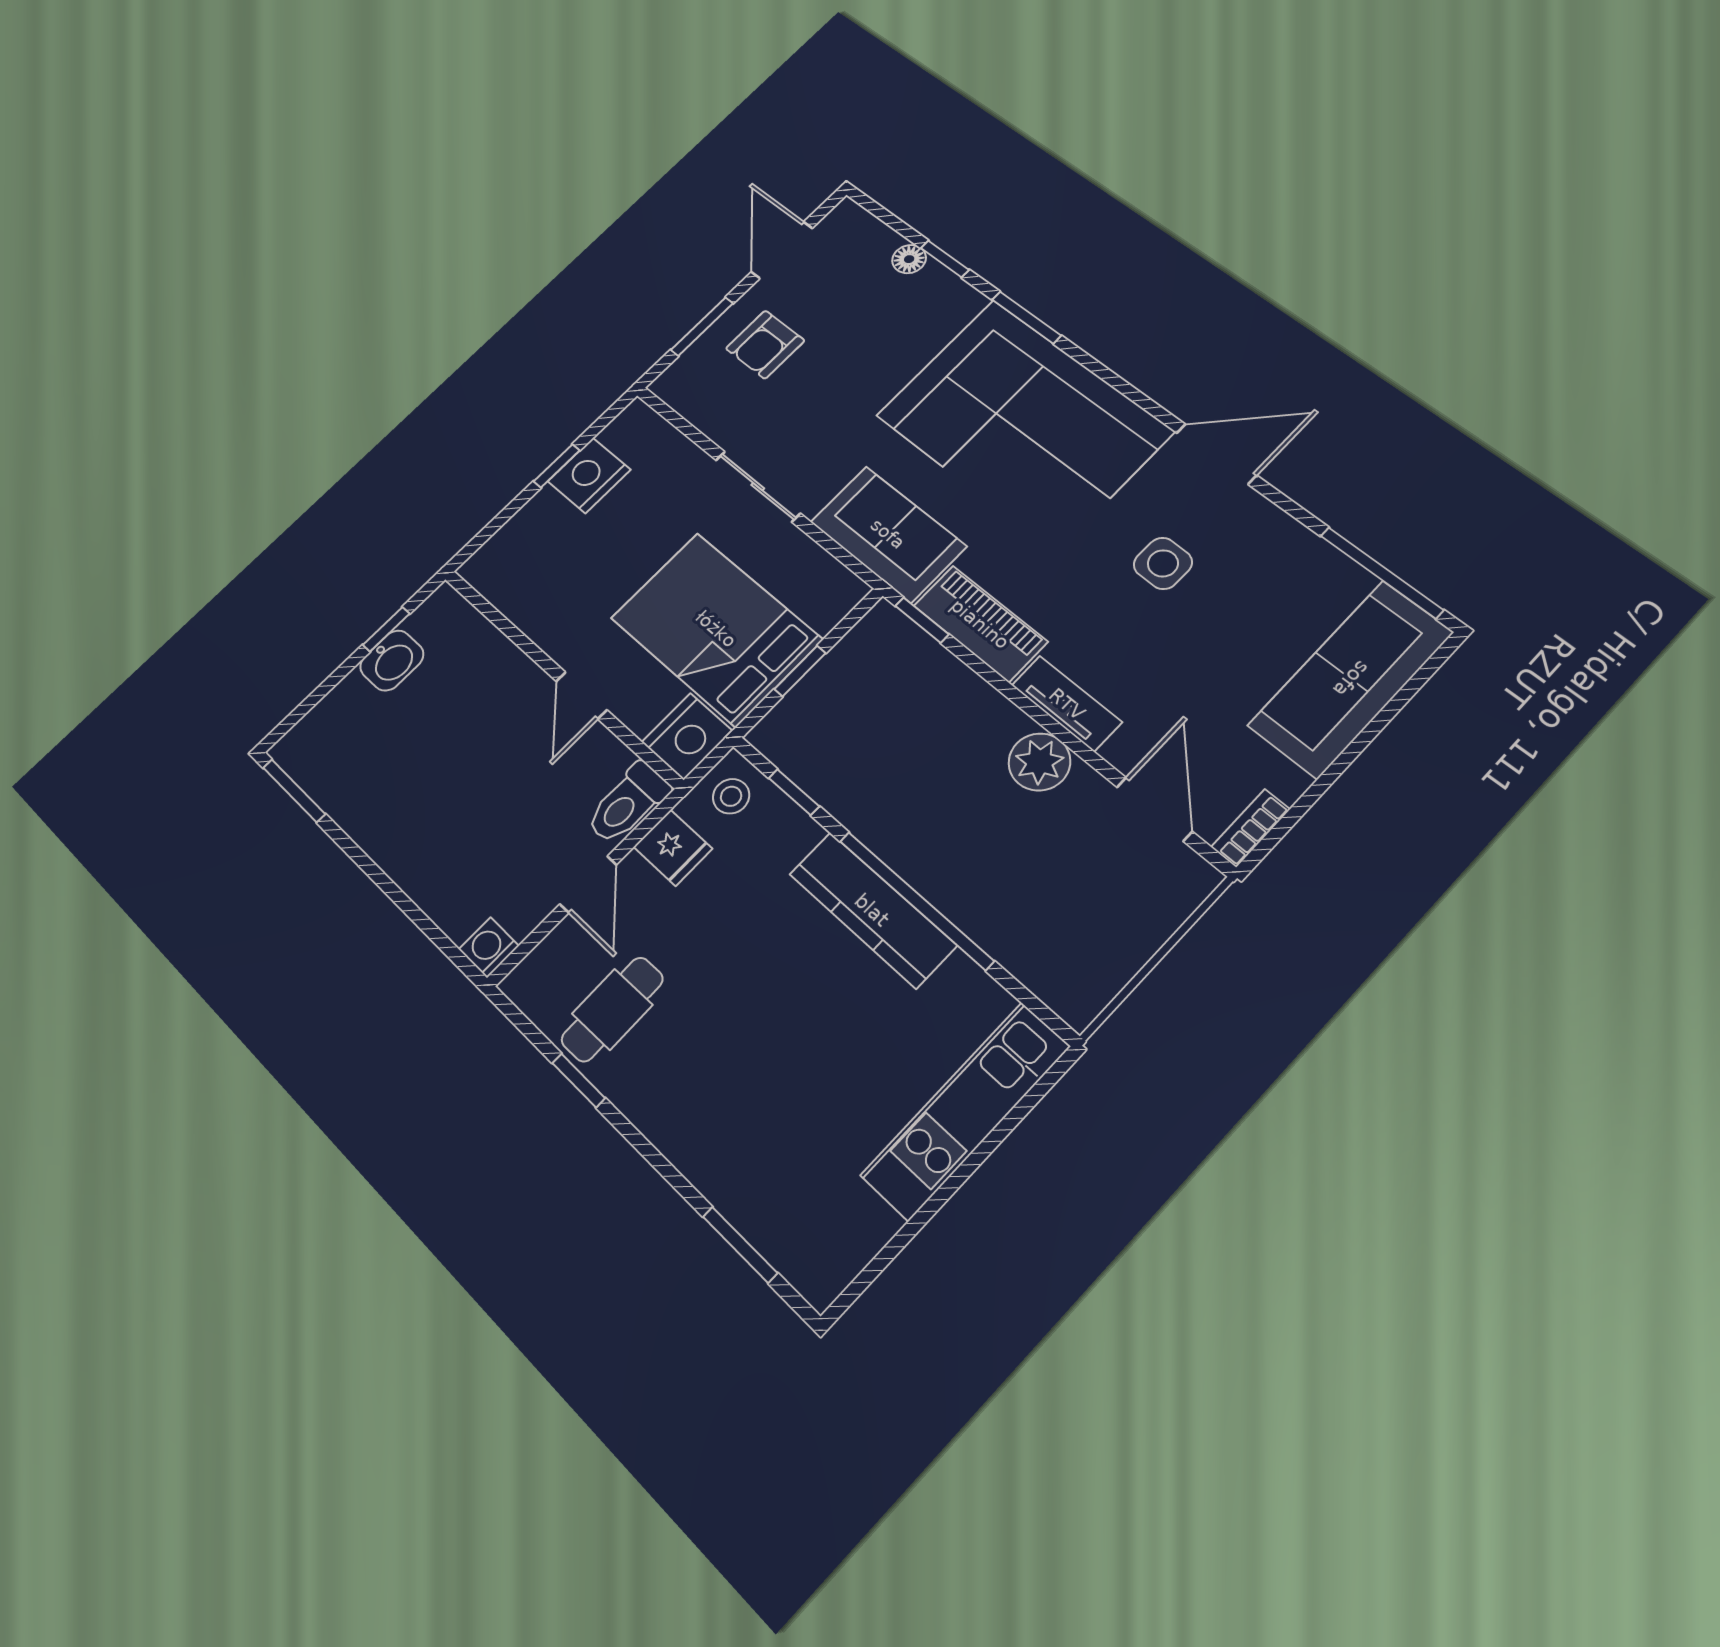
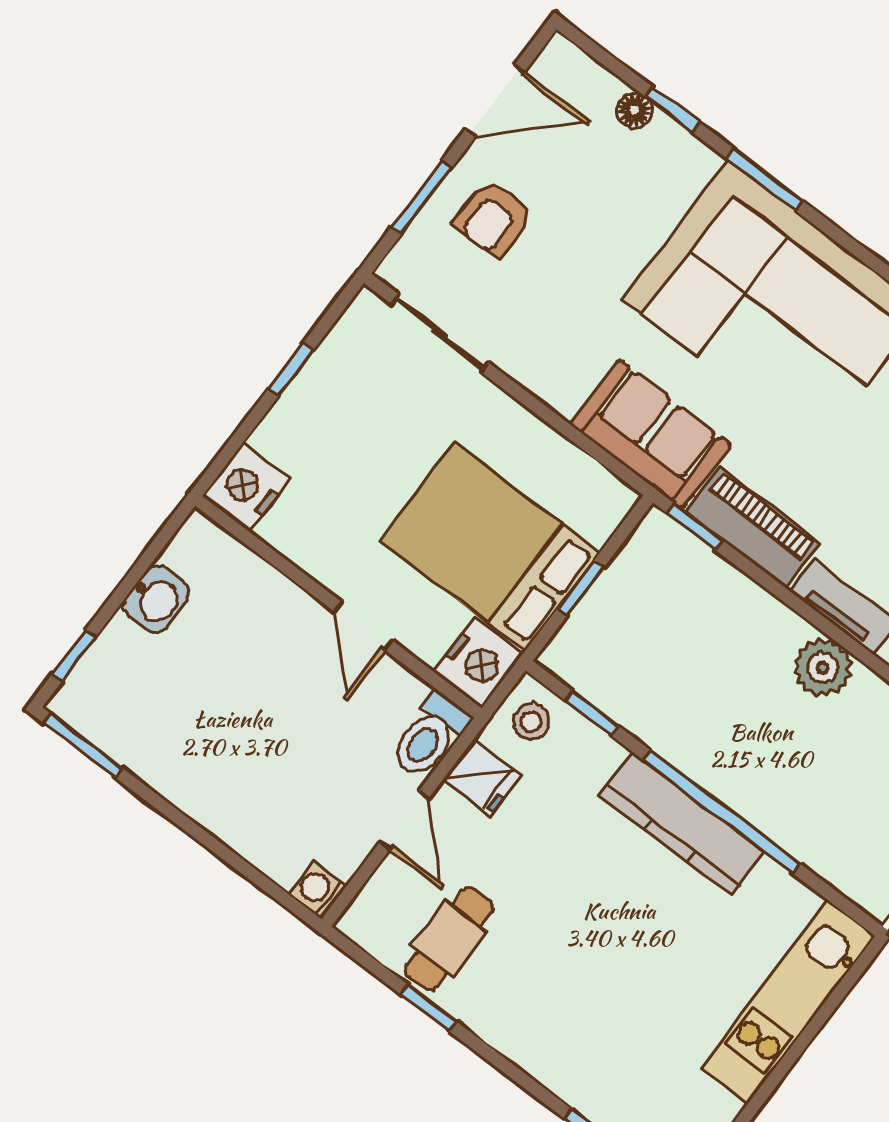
door: (782, 250) -> (495, 101), swing flipped
nightstand: (589, 475) -> (246, 488), moved
sliding door: (758, 487) -> (440, 333), moved
window: (386, 629) -> (74, 656), moved

